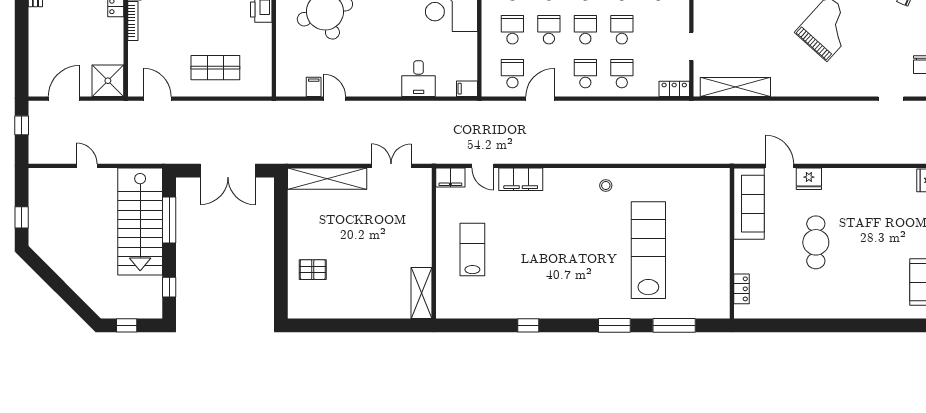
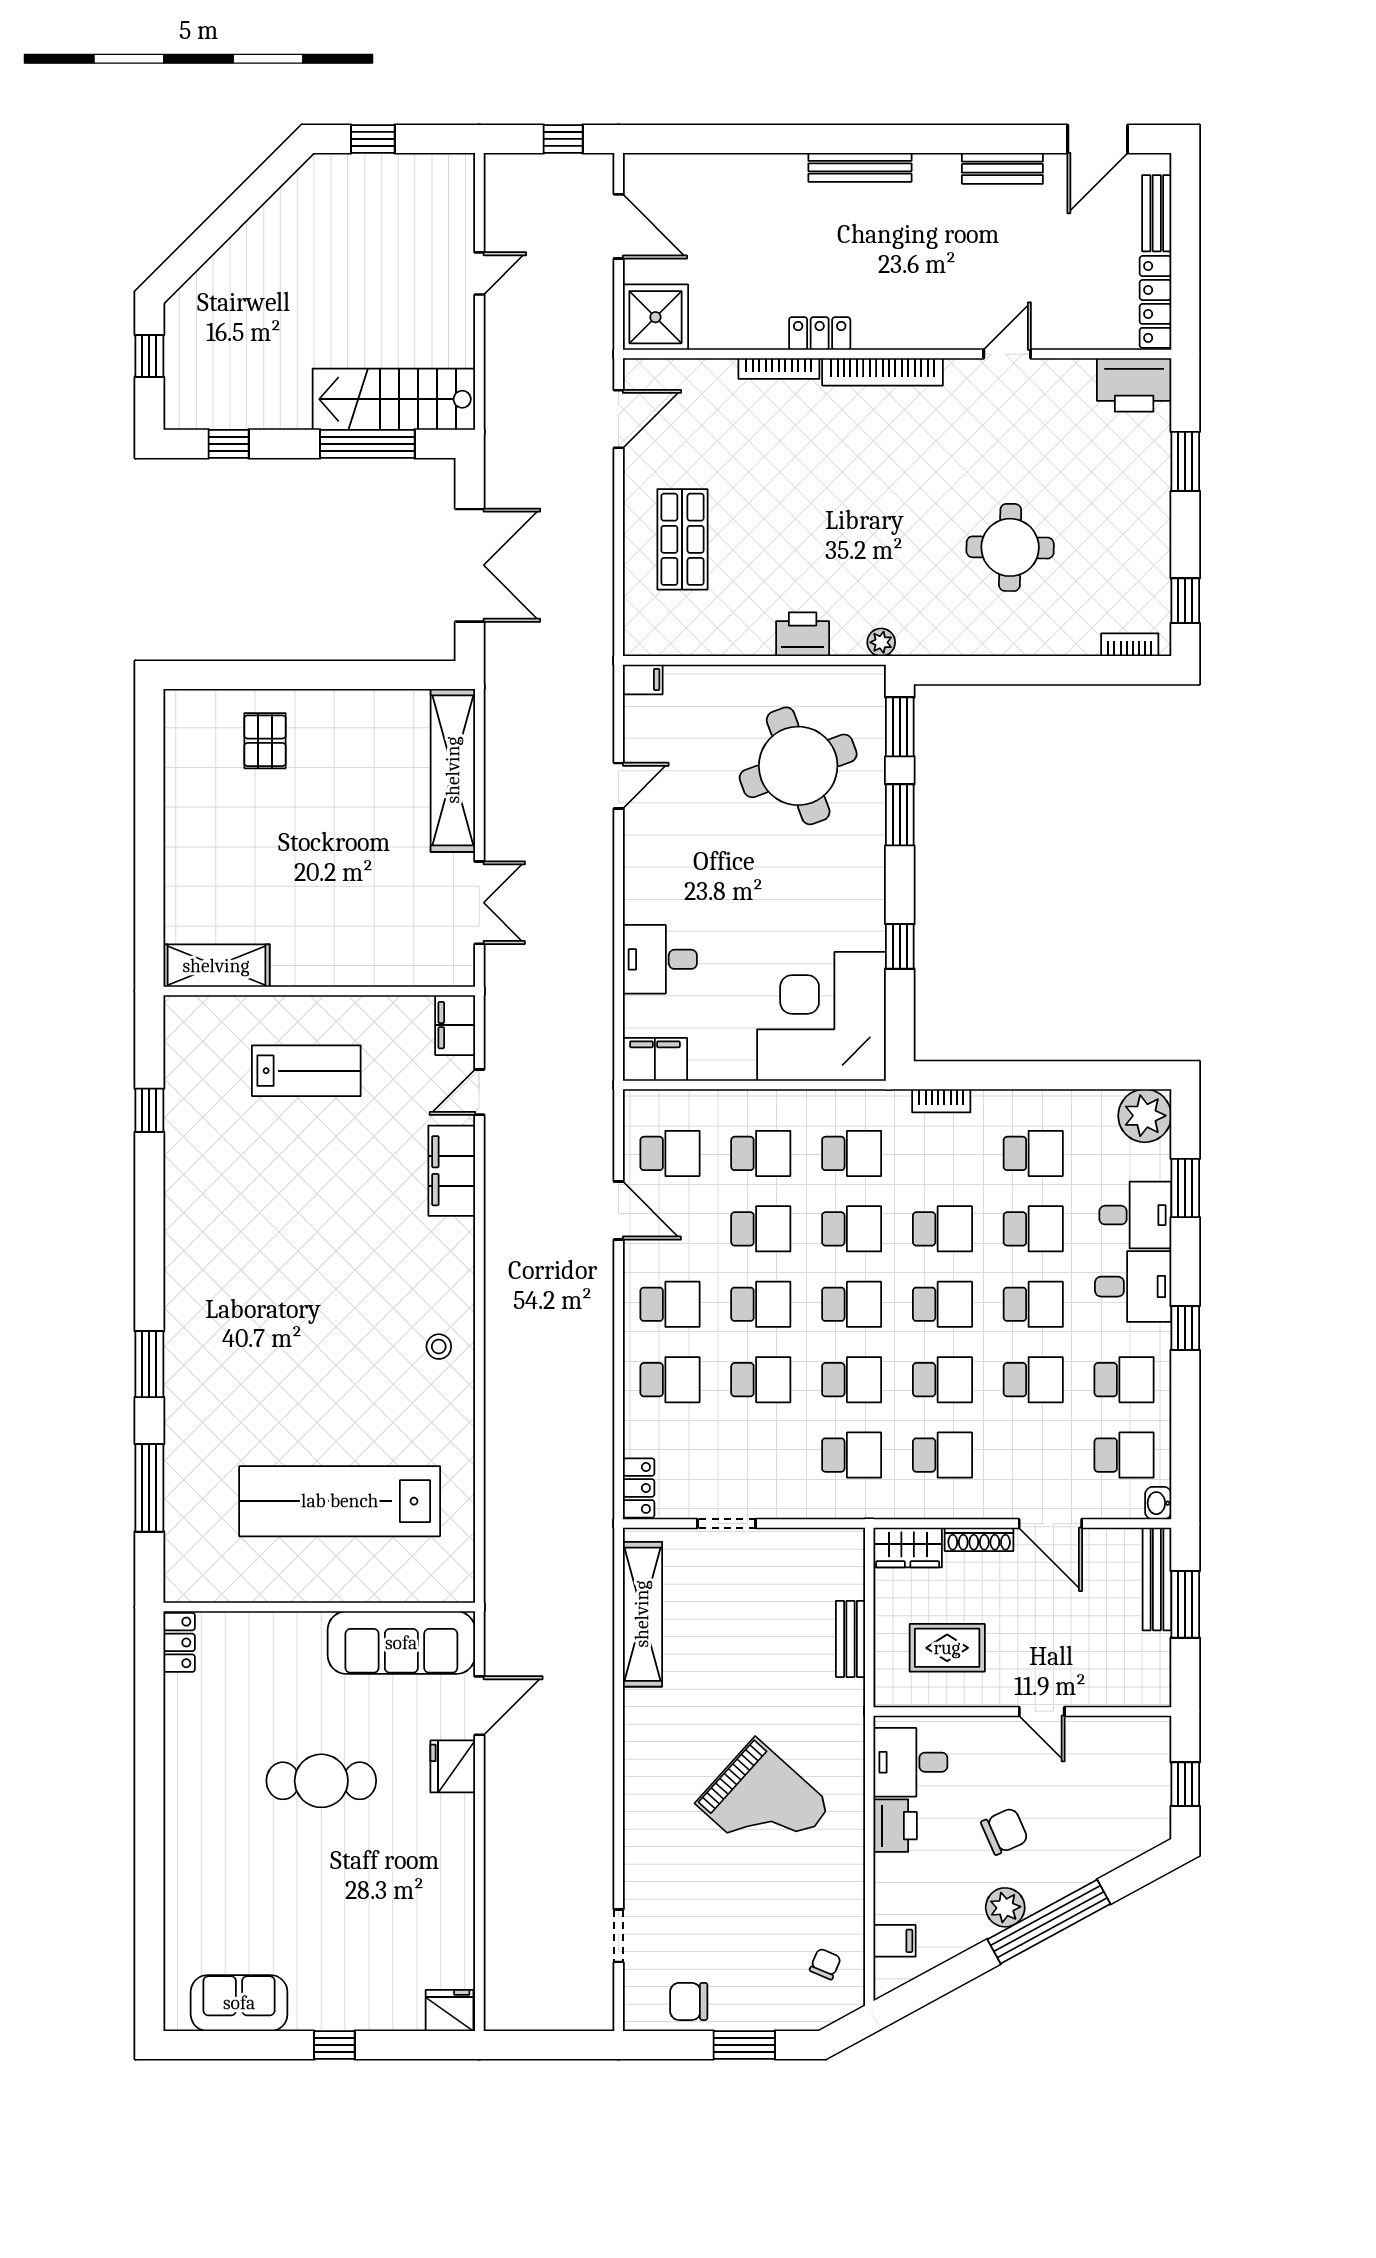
filing cabinet: (314, 87) -> (643, 679), moved
filing cabinet: (467, 89) -> (655, 1059), width x2.00
double door: (228, 171) -> (470, 565), swing flipped
stairs: (140, 222) -> (394, 399), width x0.73, depth x0.66
lab bench: (648, 250) -> (340, 1501), moved, turned 180
locker: (741, 289) -> (179, 1642), moved, turned -90
window: (528, 325) -> (149, 1110), moved

